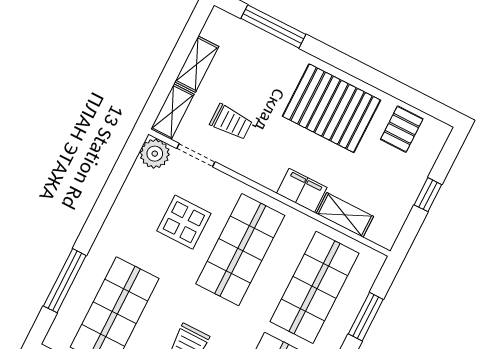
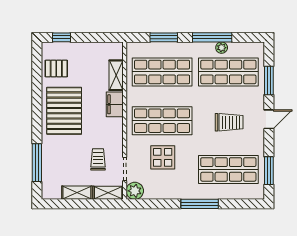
window: (428, 195) -> (62, 37), moved
window: (65, 281) -> (200, 204), moved

